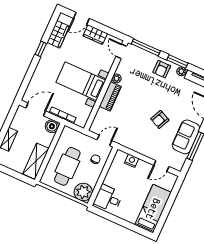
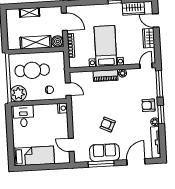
shelving: (36, 161) -> (36, 42), moved
nightstand: (132, 161) -> (63, 108), moved

